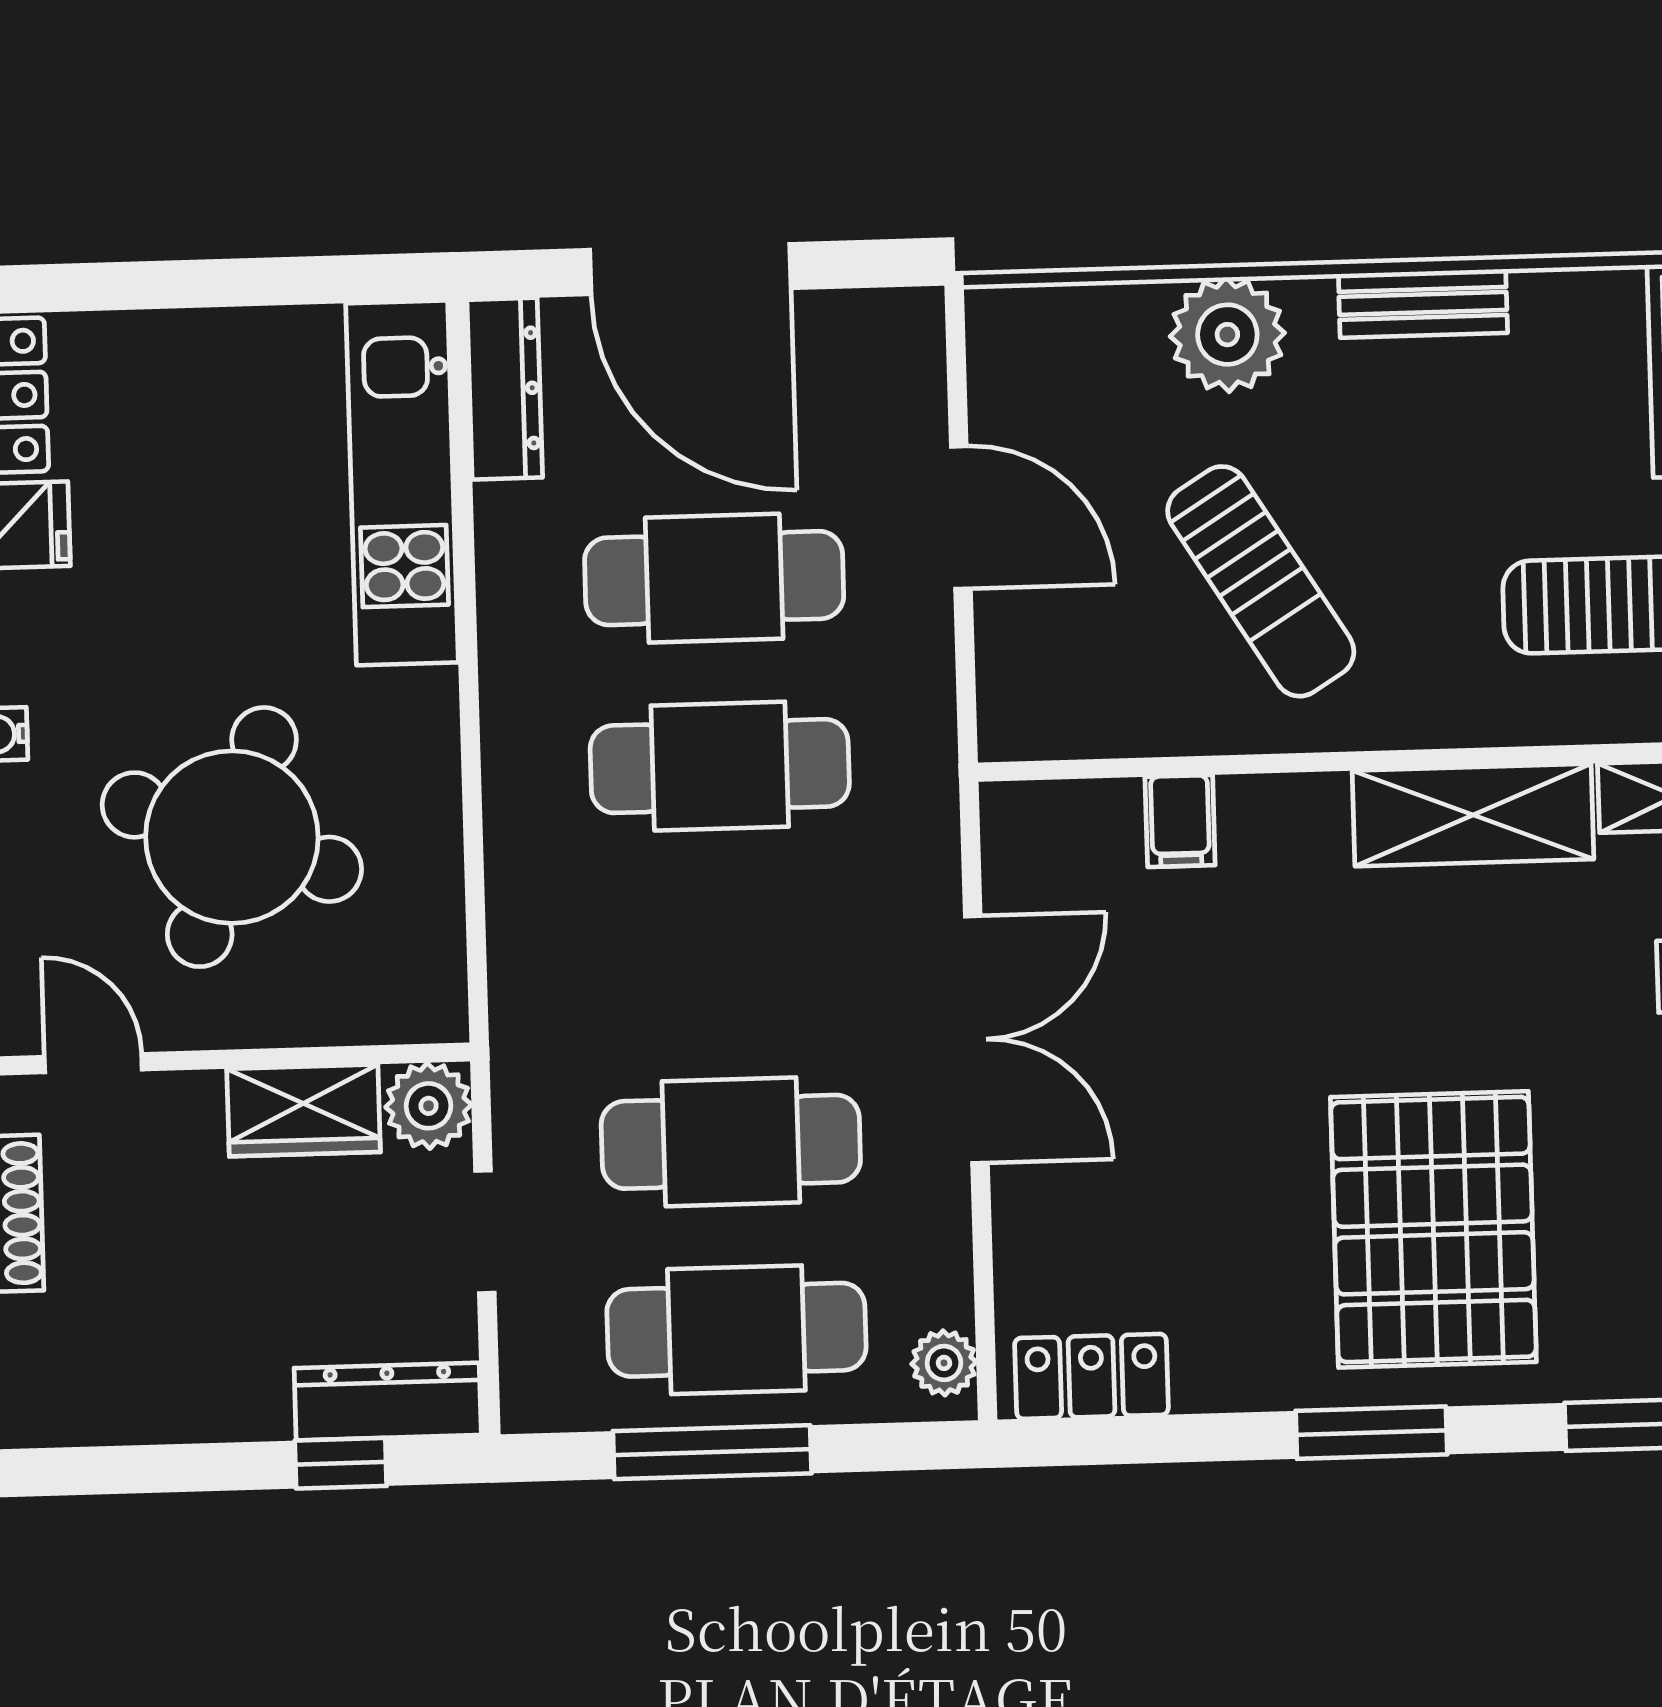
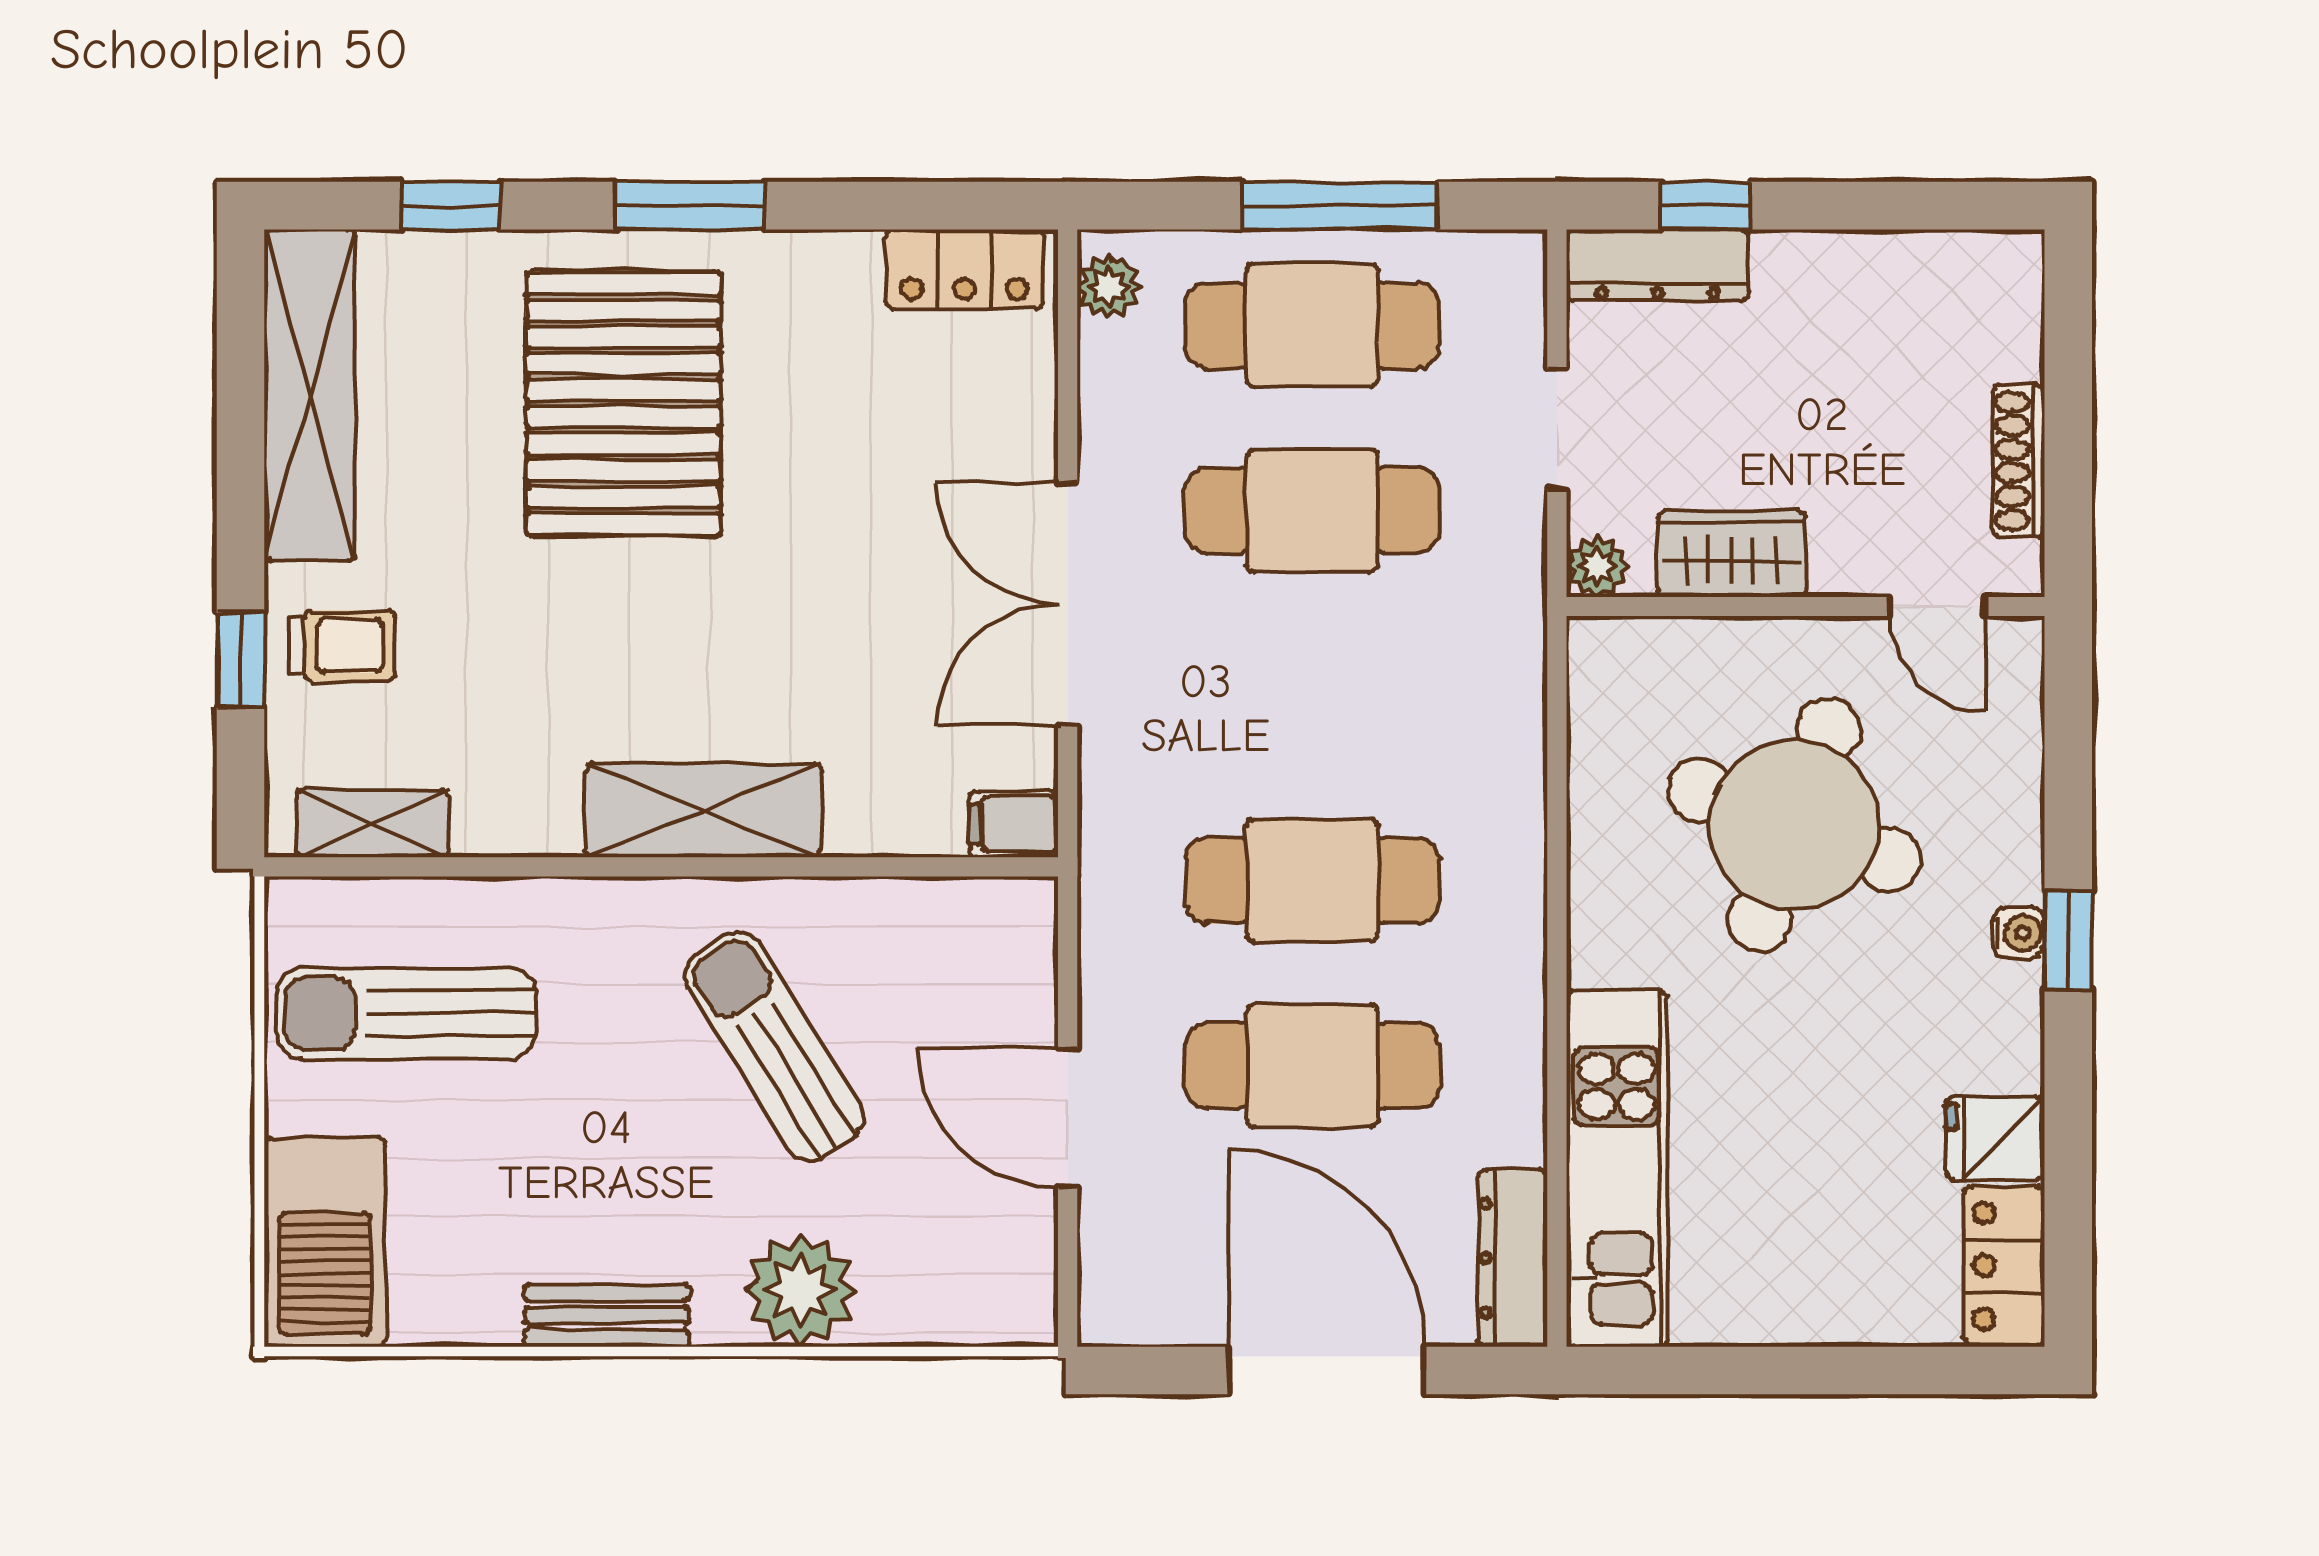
shelving: (1473, 815) -> (703, 810), moved
filing cabinet: (1180, 821) -> (1014, 824), moved, turned -90
plant: (429, 1106) -> (1597, 566), width x0.73, depth x0.73

